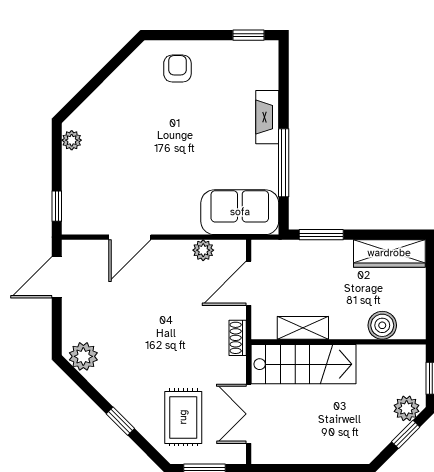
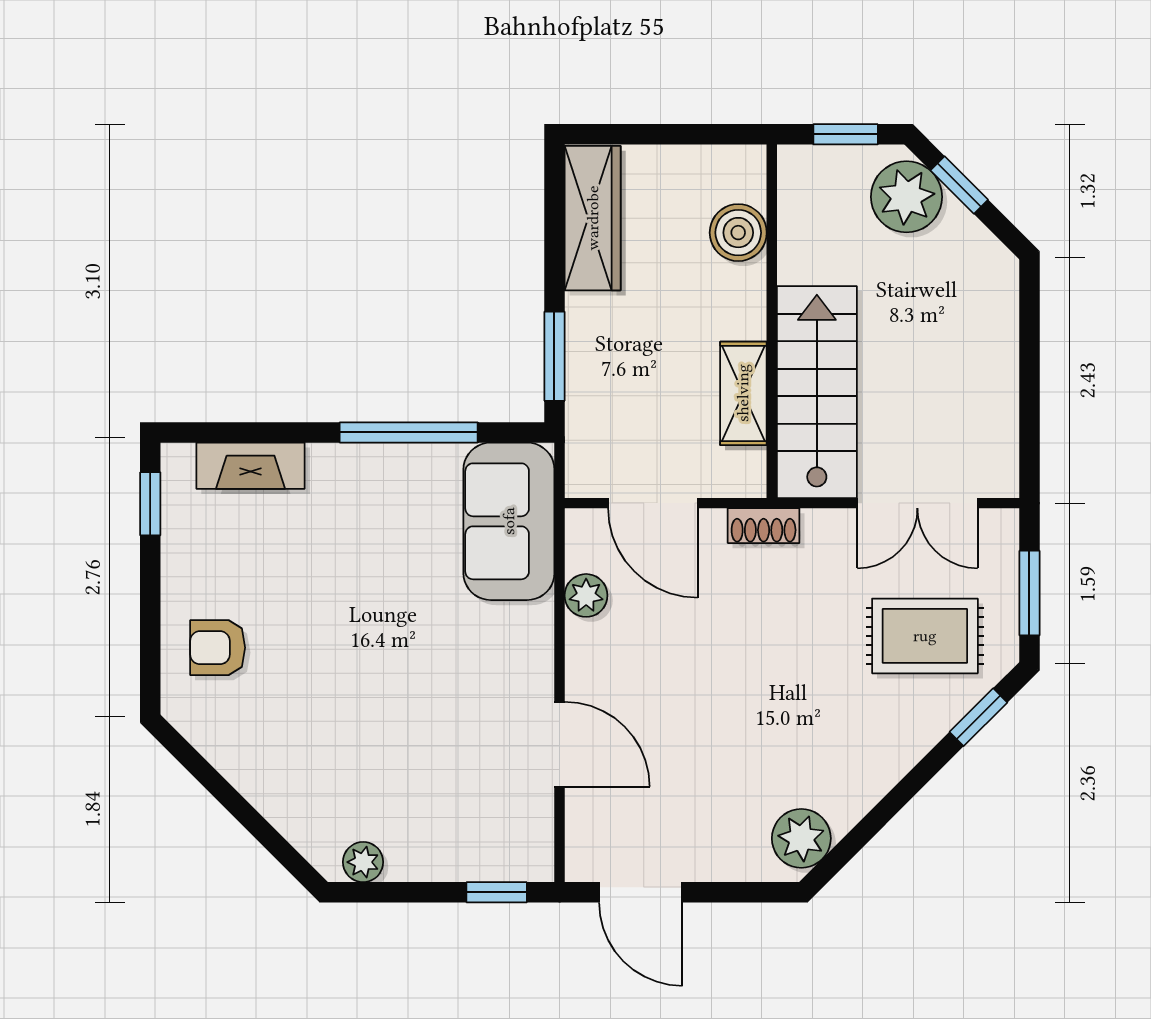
fireplace: (267, 117) -> (251, 466), moved
plant: (407, 408) -> (906, 197), width x1.36, depth x1.36
window: (120, 421) -> (978, 717), moved

